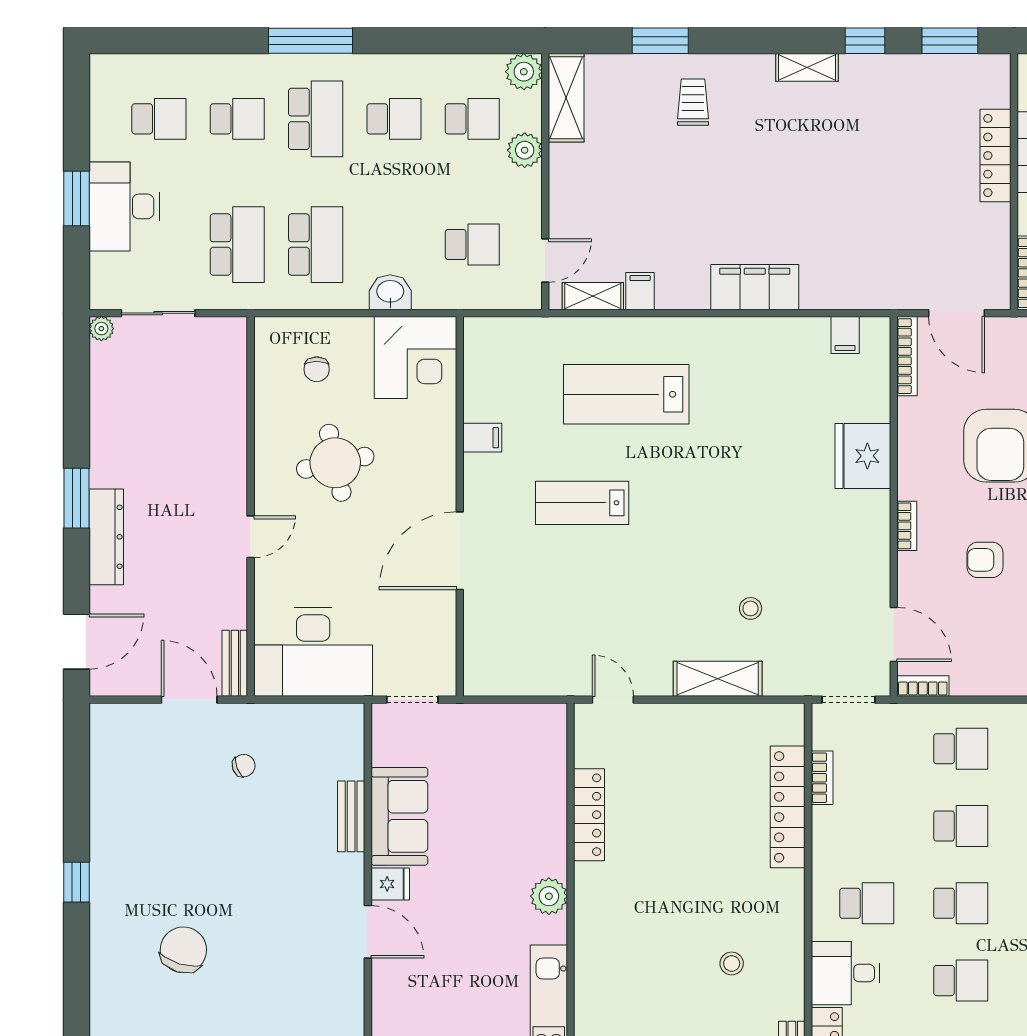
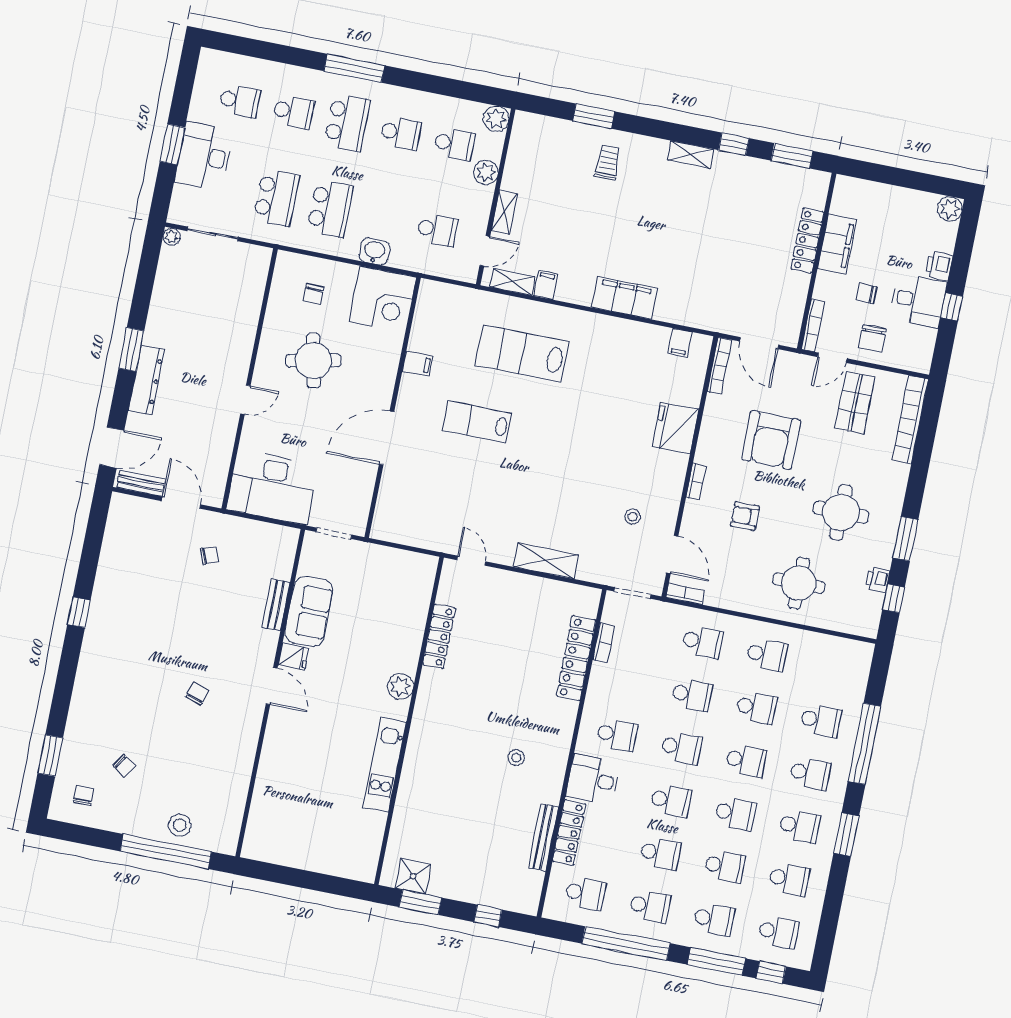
shelving: (566, 98) -> (504, 212), moved, width x0.67, depth x0.75
stool: (751, 608) -> (633, 517), moved
bench: (235, 663) -> (141, 483), moved, turned 90
chair: (183, 950) -> (197, 694), moved, width x0.54, depth x0.54

